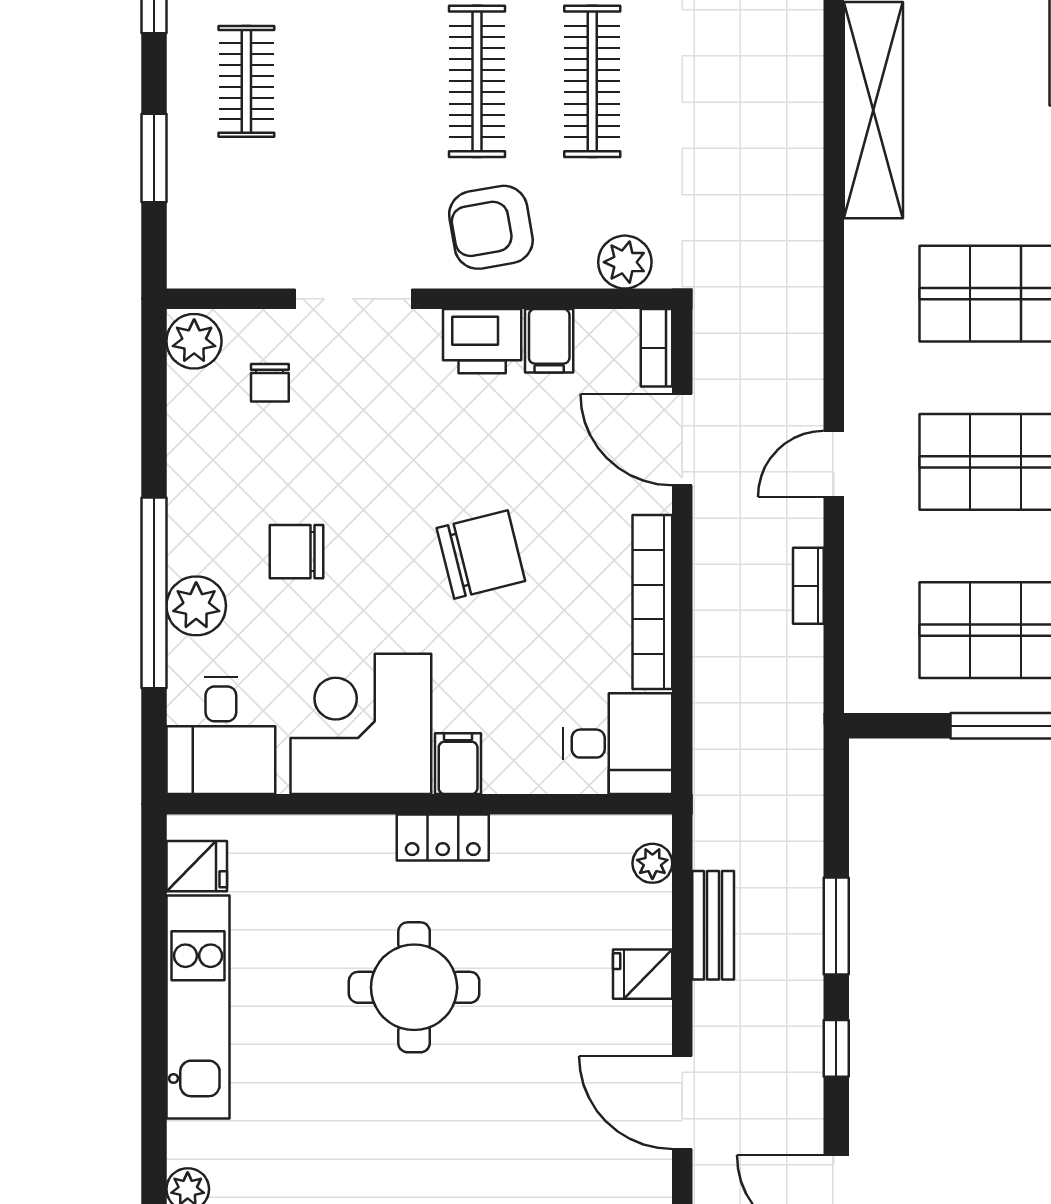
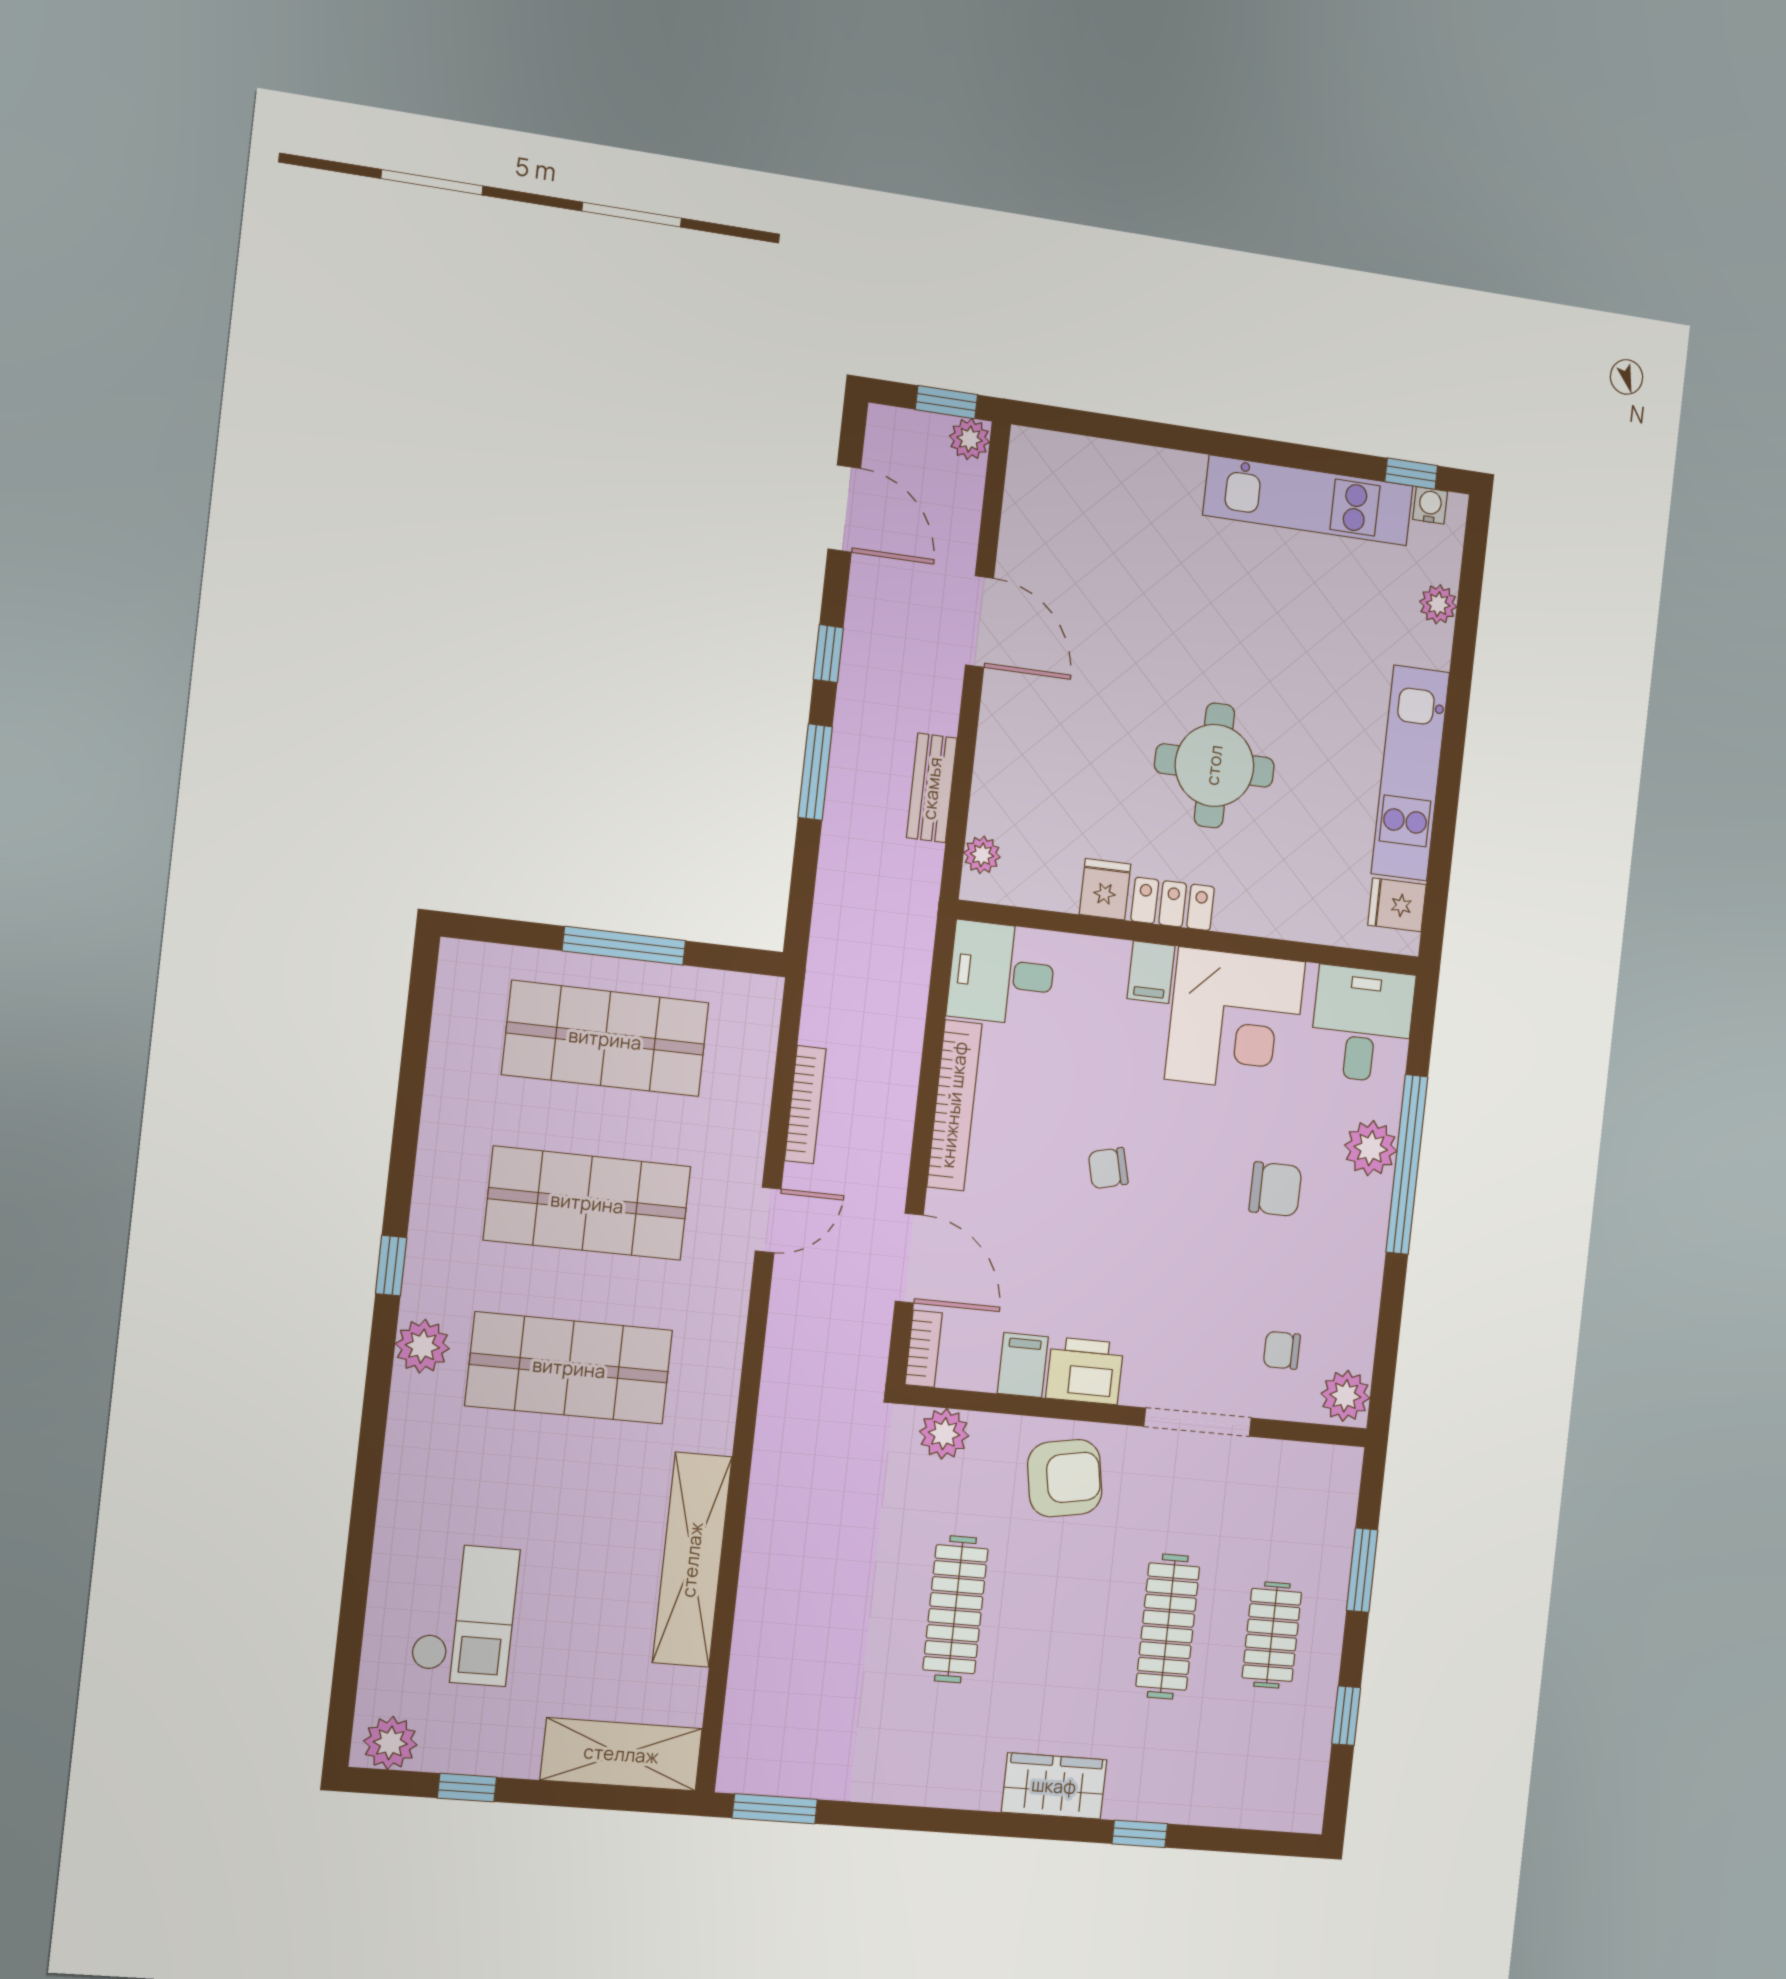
clothes rail: (477, 81) -> (1168, 1627), moved
chair: (270, 383) -> (1282, 1350), turned -90
chair: (481, 555) -> (1108, 1168), width x0.54, depth x0.54
bookcase: (808, 586) -> (805, 1105), width x1.56
fridge: (643, 974) -> (1105, 889), moved, turned -90

